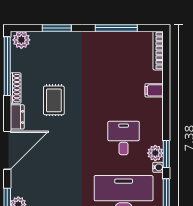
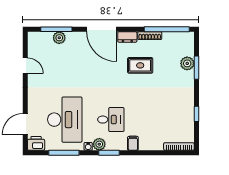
window: (116, 28) -> (196, 114), width x0.46
plant: (21, 40) -> (187, 63), moved
filing cabinet: (154, 90) -> (133, 143), moved
window: (166, 154) -> (109, 153), moved

